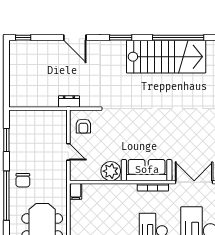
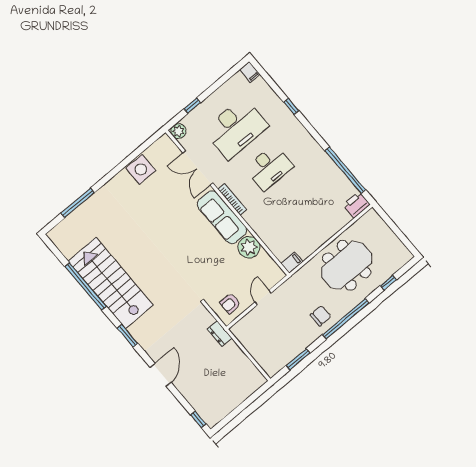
armchair: (83, 126) -> (230, 303), turned 180

